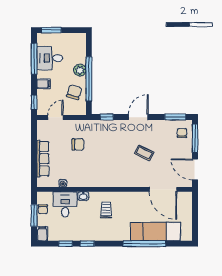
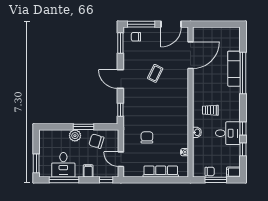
window: (89, 79) -> (84, 127), width x0.47
desk: (65, 204) -> (228, 133), moved, turned 180
exam couch: (156, 232) -> (234, 69), width x0.73, depth x0.69

